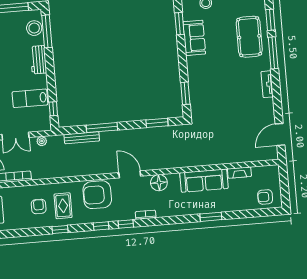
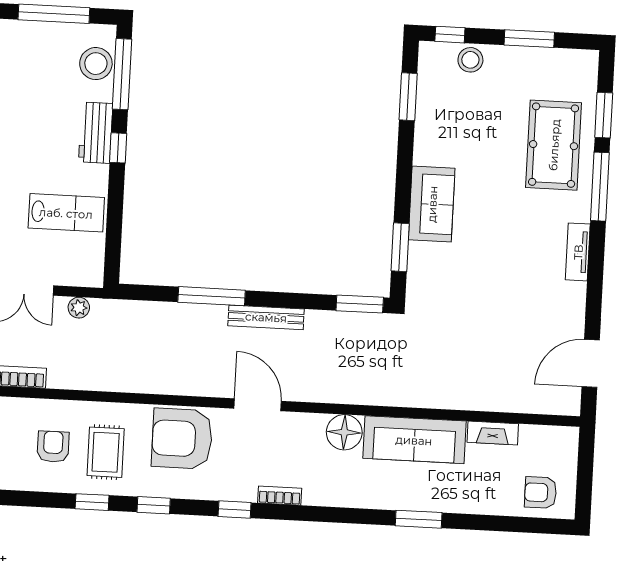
sofa: (194, 38) -> (432, 204), moved
lab bench: (30, 98) -> (66, 213), turned 180
window: (53, 109) -> (118, 148), moved
window: (157, 123) -> (360, 304), moved
bench: (82, 138) -> (266, 317), moved
floor lamp: (159, 183) -> (344, 432), moved
window: (101, 226) -> (154, 505), moved

